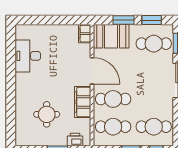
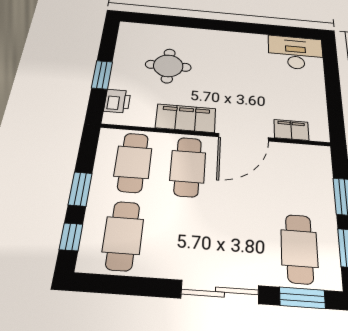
filing cabinet: (85, 34) -> (291, 130), moved
booth: (111, 36) -> (310, 173), removed
desk: (28, 56) -> (296, 53), moved

